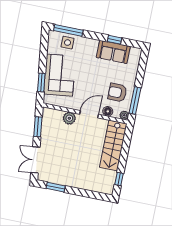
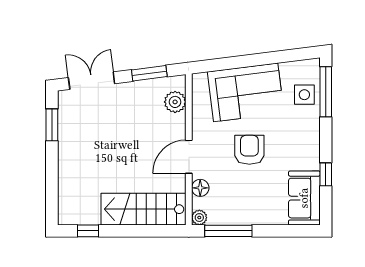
sofa: (113, 52) -> (304, 198), moved
window: (41, 82) -> (227, 64), removed
armchair: (117, 93) -> (249, 150), moved
door: (89, 114) -> (189, 157), swing flipped
plant: (69, 118) -> (175, 102), moved

